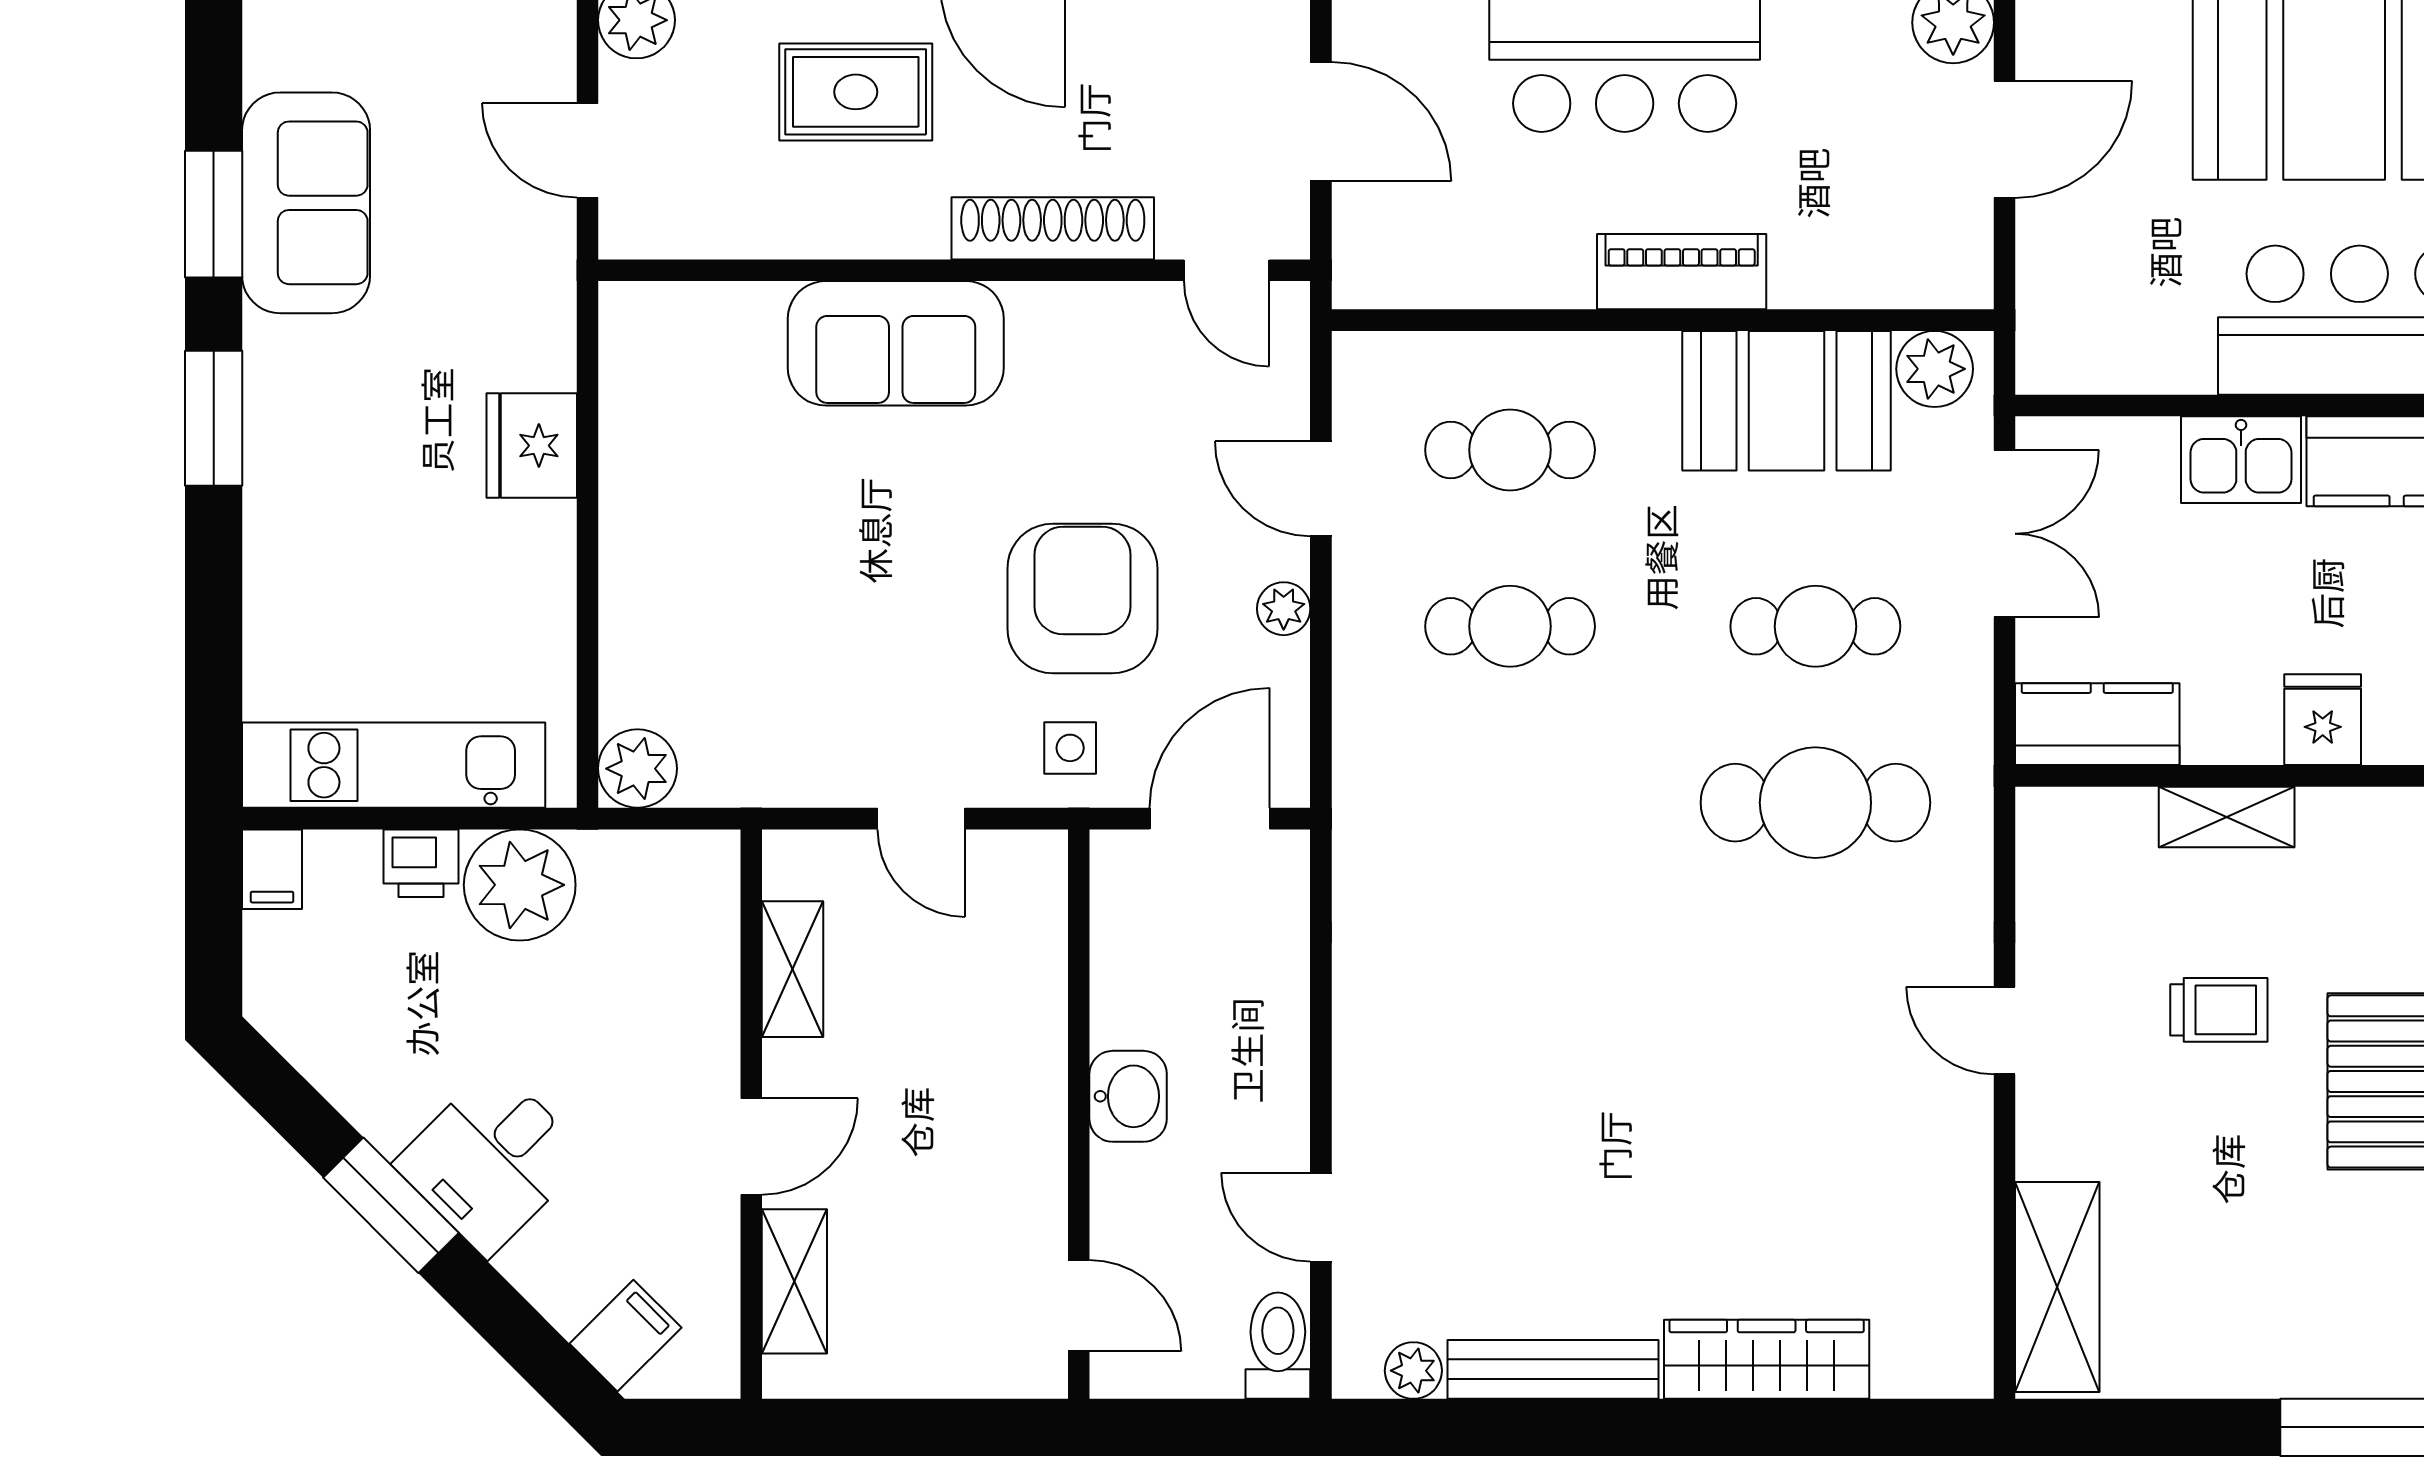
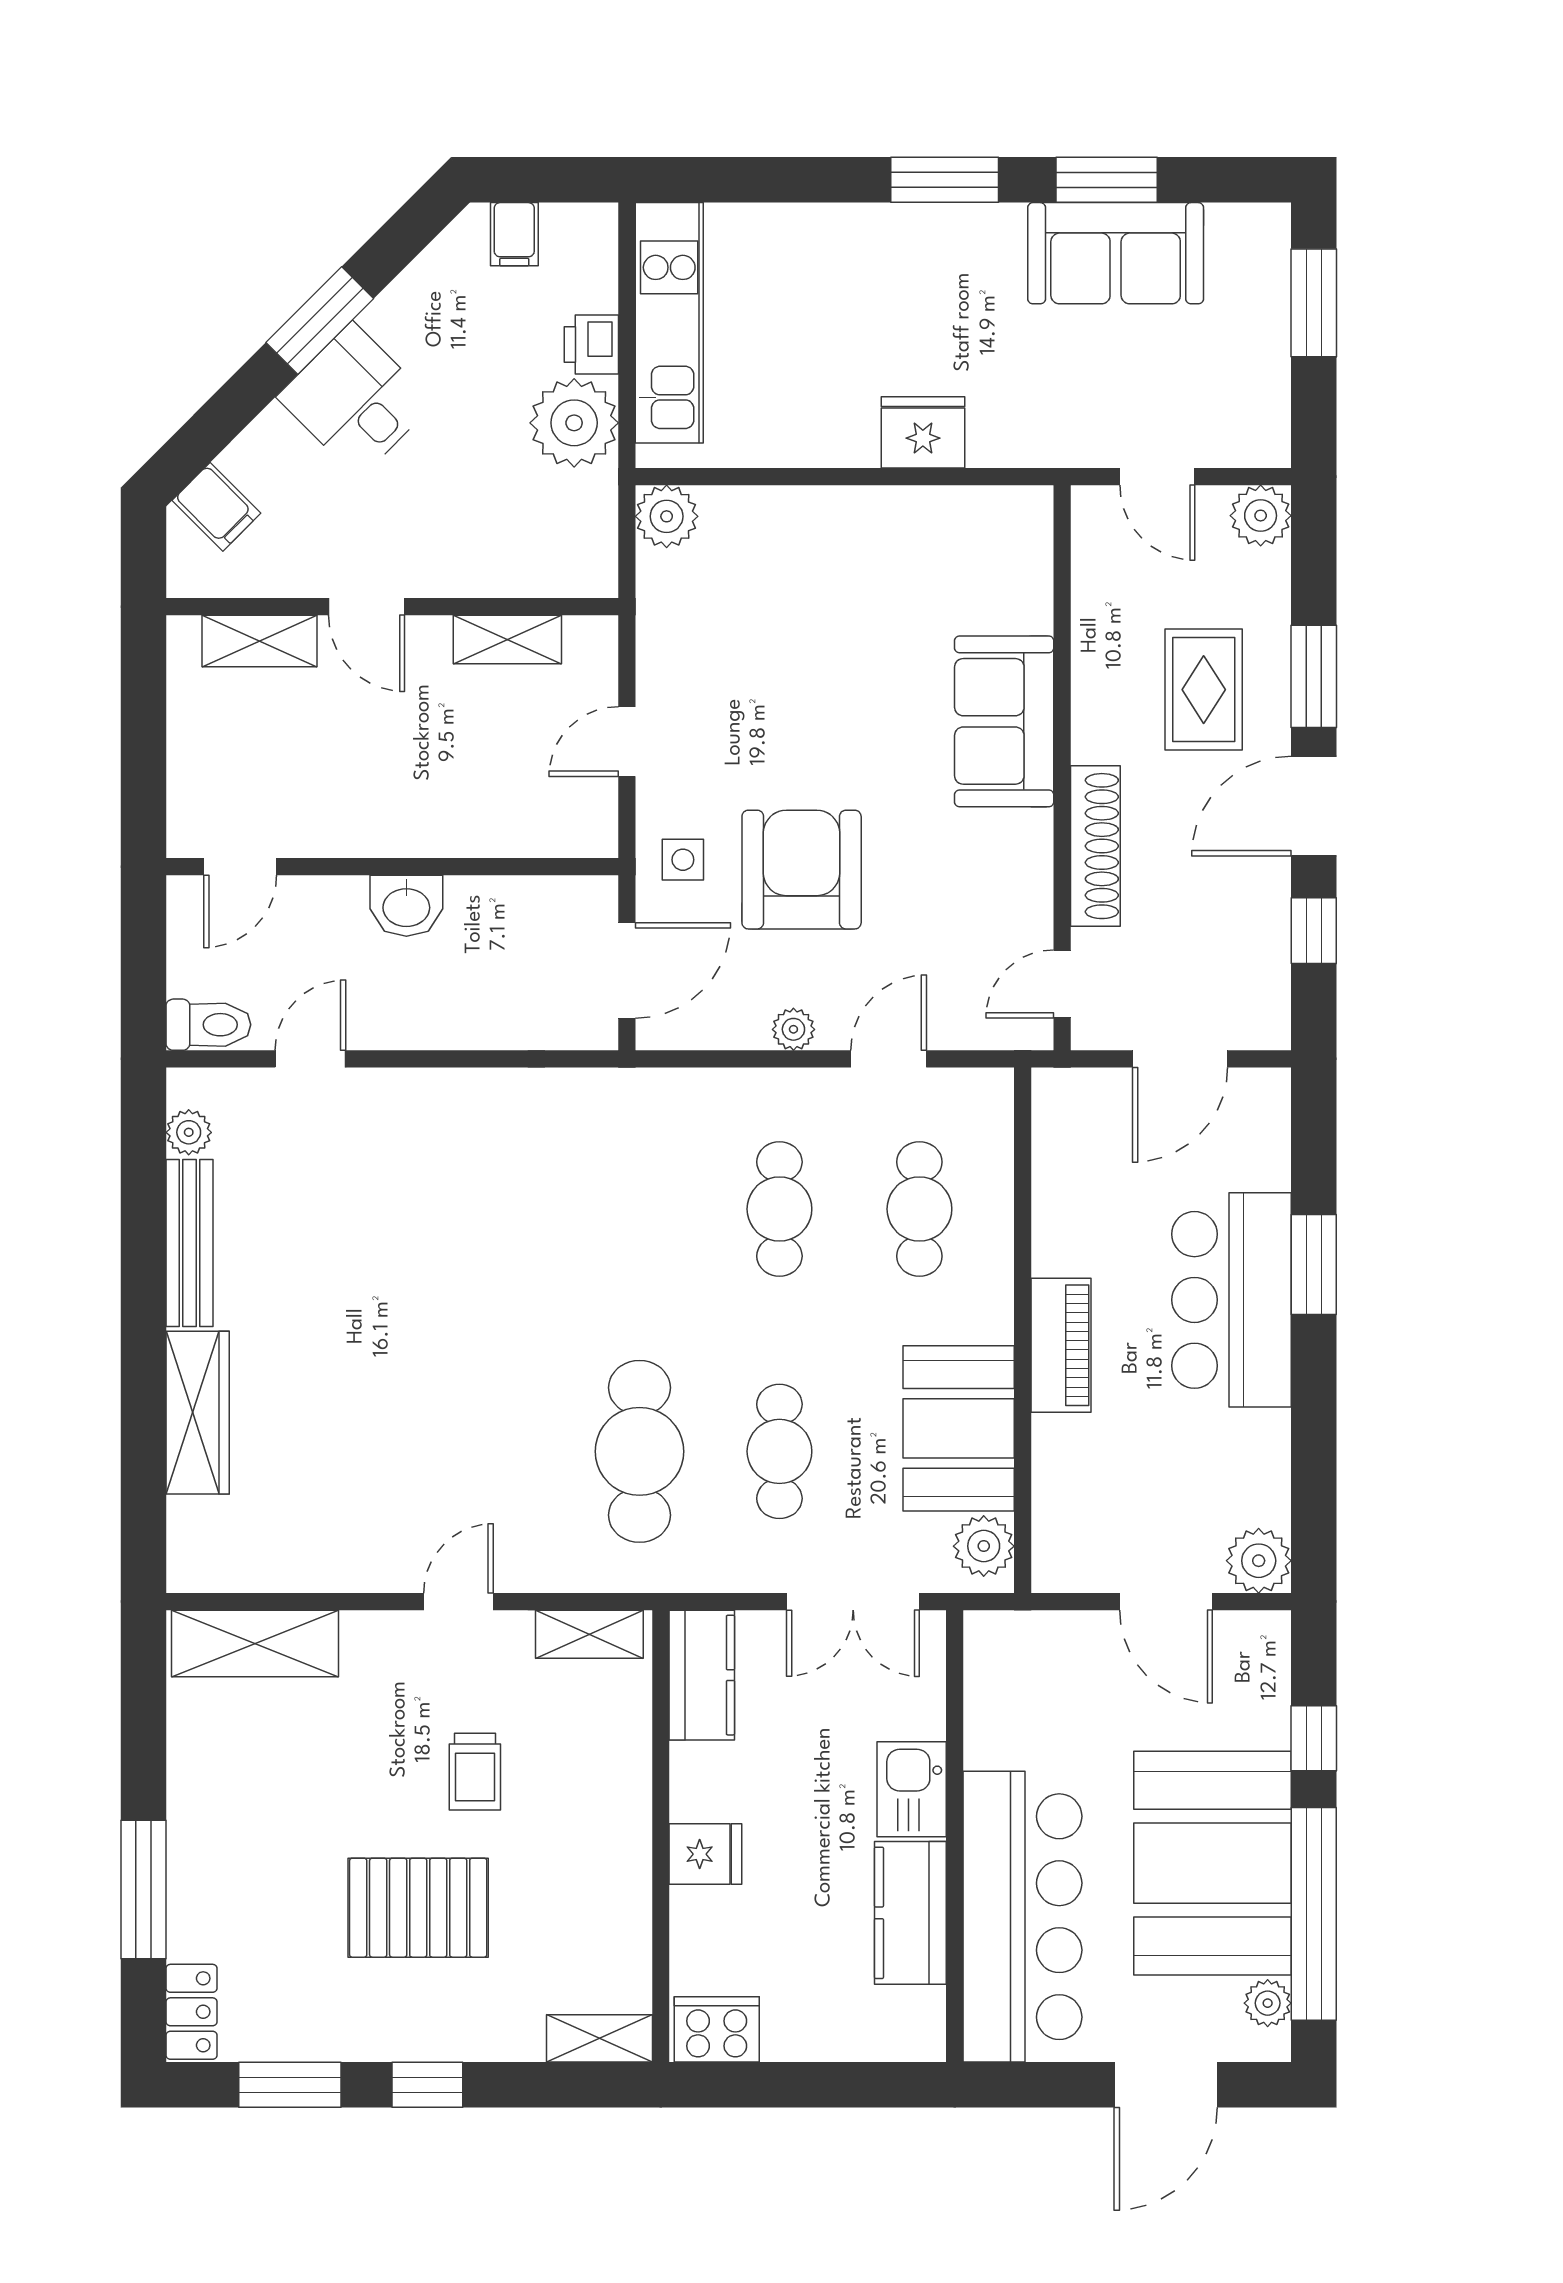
door: (587, 150) -> (1157, 477), swing flipped
armchair: (1082, 599) -> (802, 870), turned -90
shelving: (2227, 817) -> (589, 1634), moved, turned 90
door: (1210, 819) -> (627, 970), hinge flipped
filing cabinet: (272, 869) -> (514, 234), moved, turned -90

